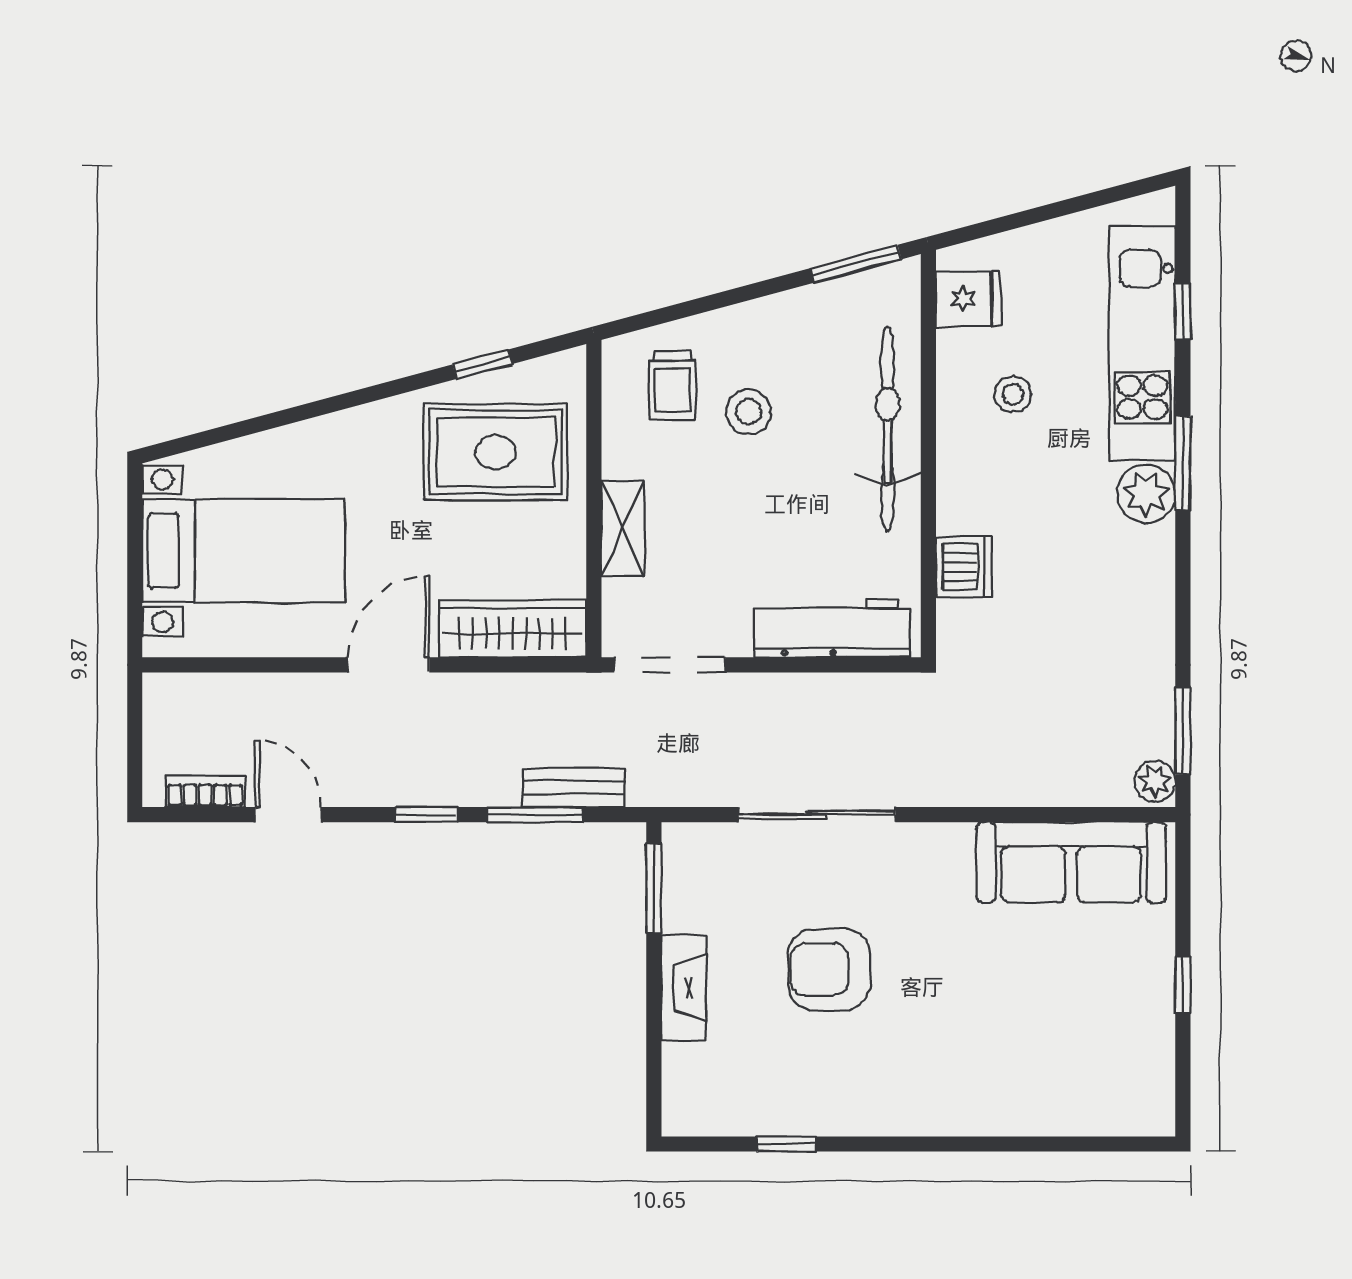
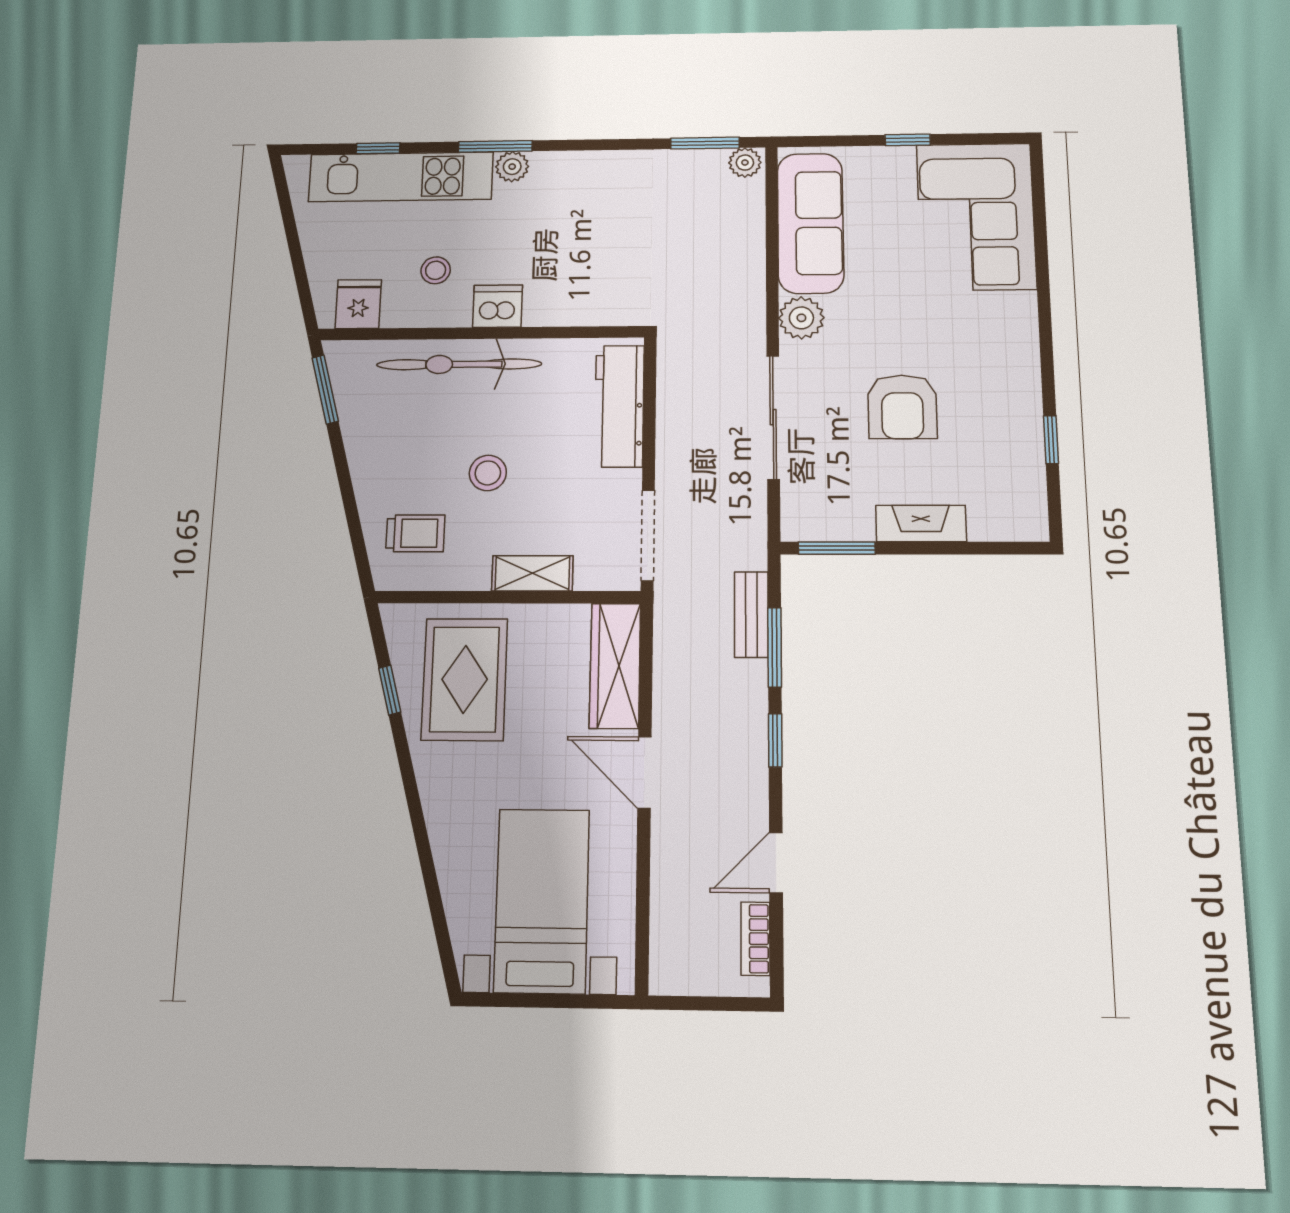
stool: (749, 412) -> (488, 473), moved
plant: (1146, 494) -> (512, 167), width x0.73, depth x0.73
dishwasher: (964, 567) -> (498, 306), moved
plant: (945, 850) -> (801, 318), added
corner sofa: (1077, 1066) -> (976, 216), added

